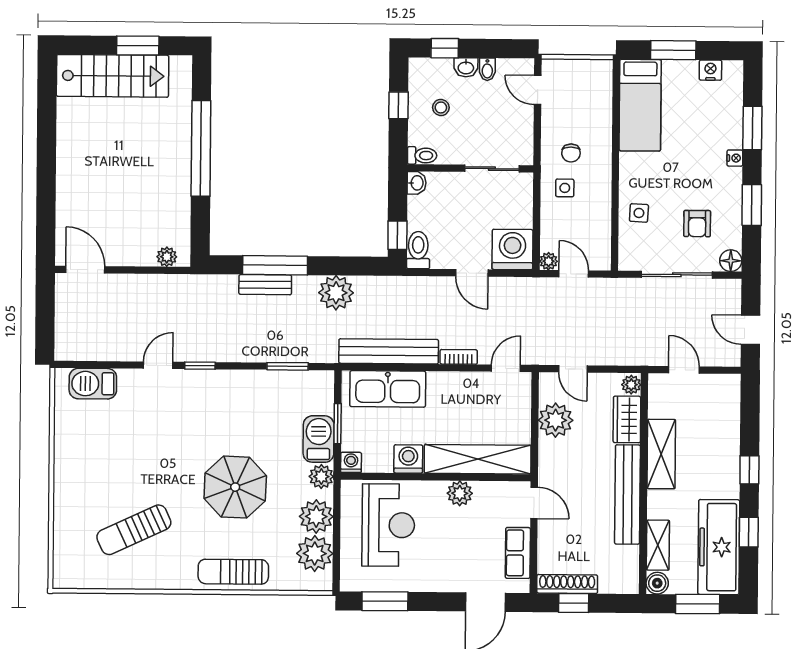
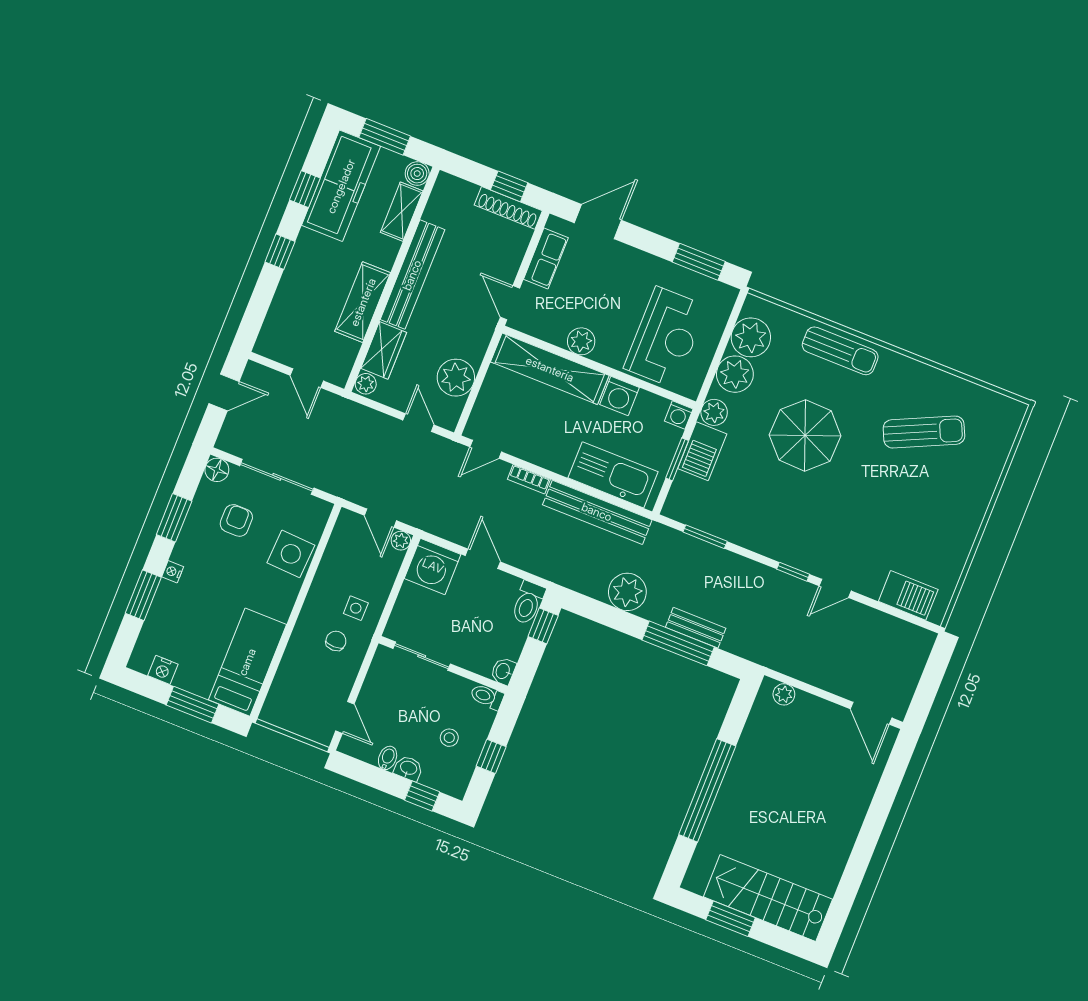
side table: (639, 213) -> (291, 554), width x1.87, depth x1.87
door: (751, 330) -> (224, 392), hinge flipped
reception desk: (388, 525) -> (666, 337), turned 180

